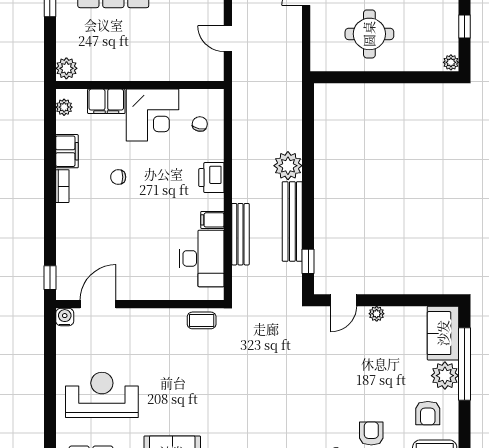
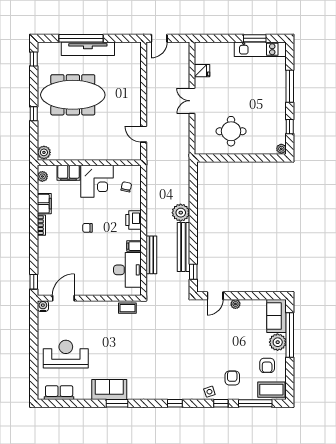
chair: (118, 177) -> (87, 228), moved

